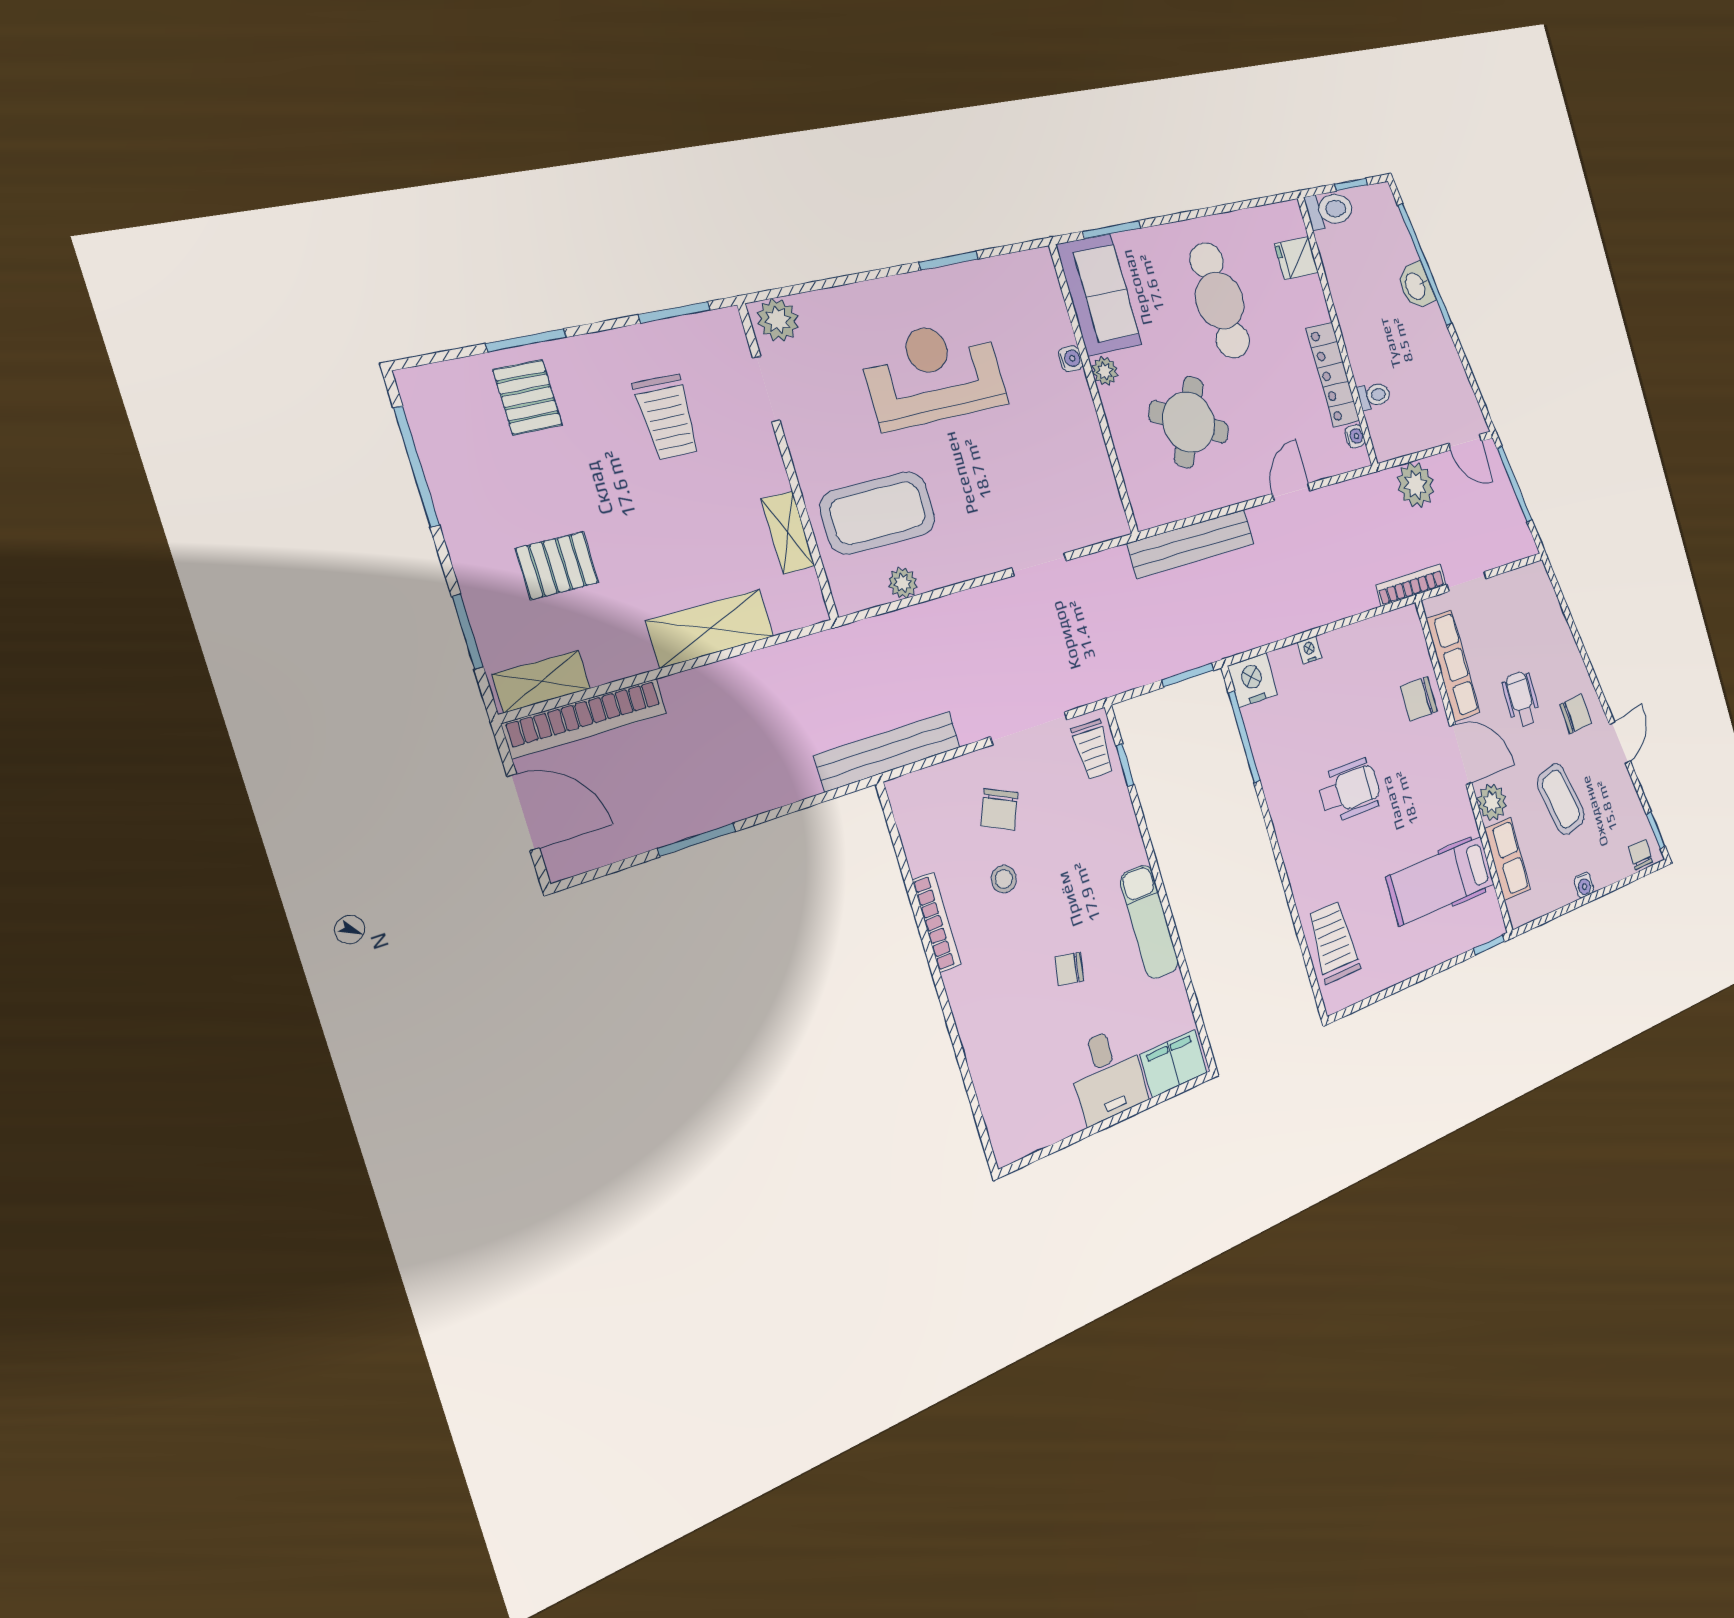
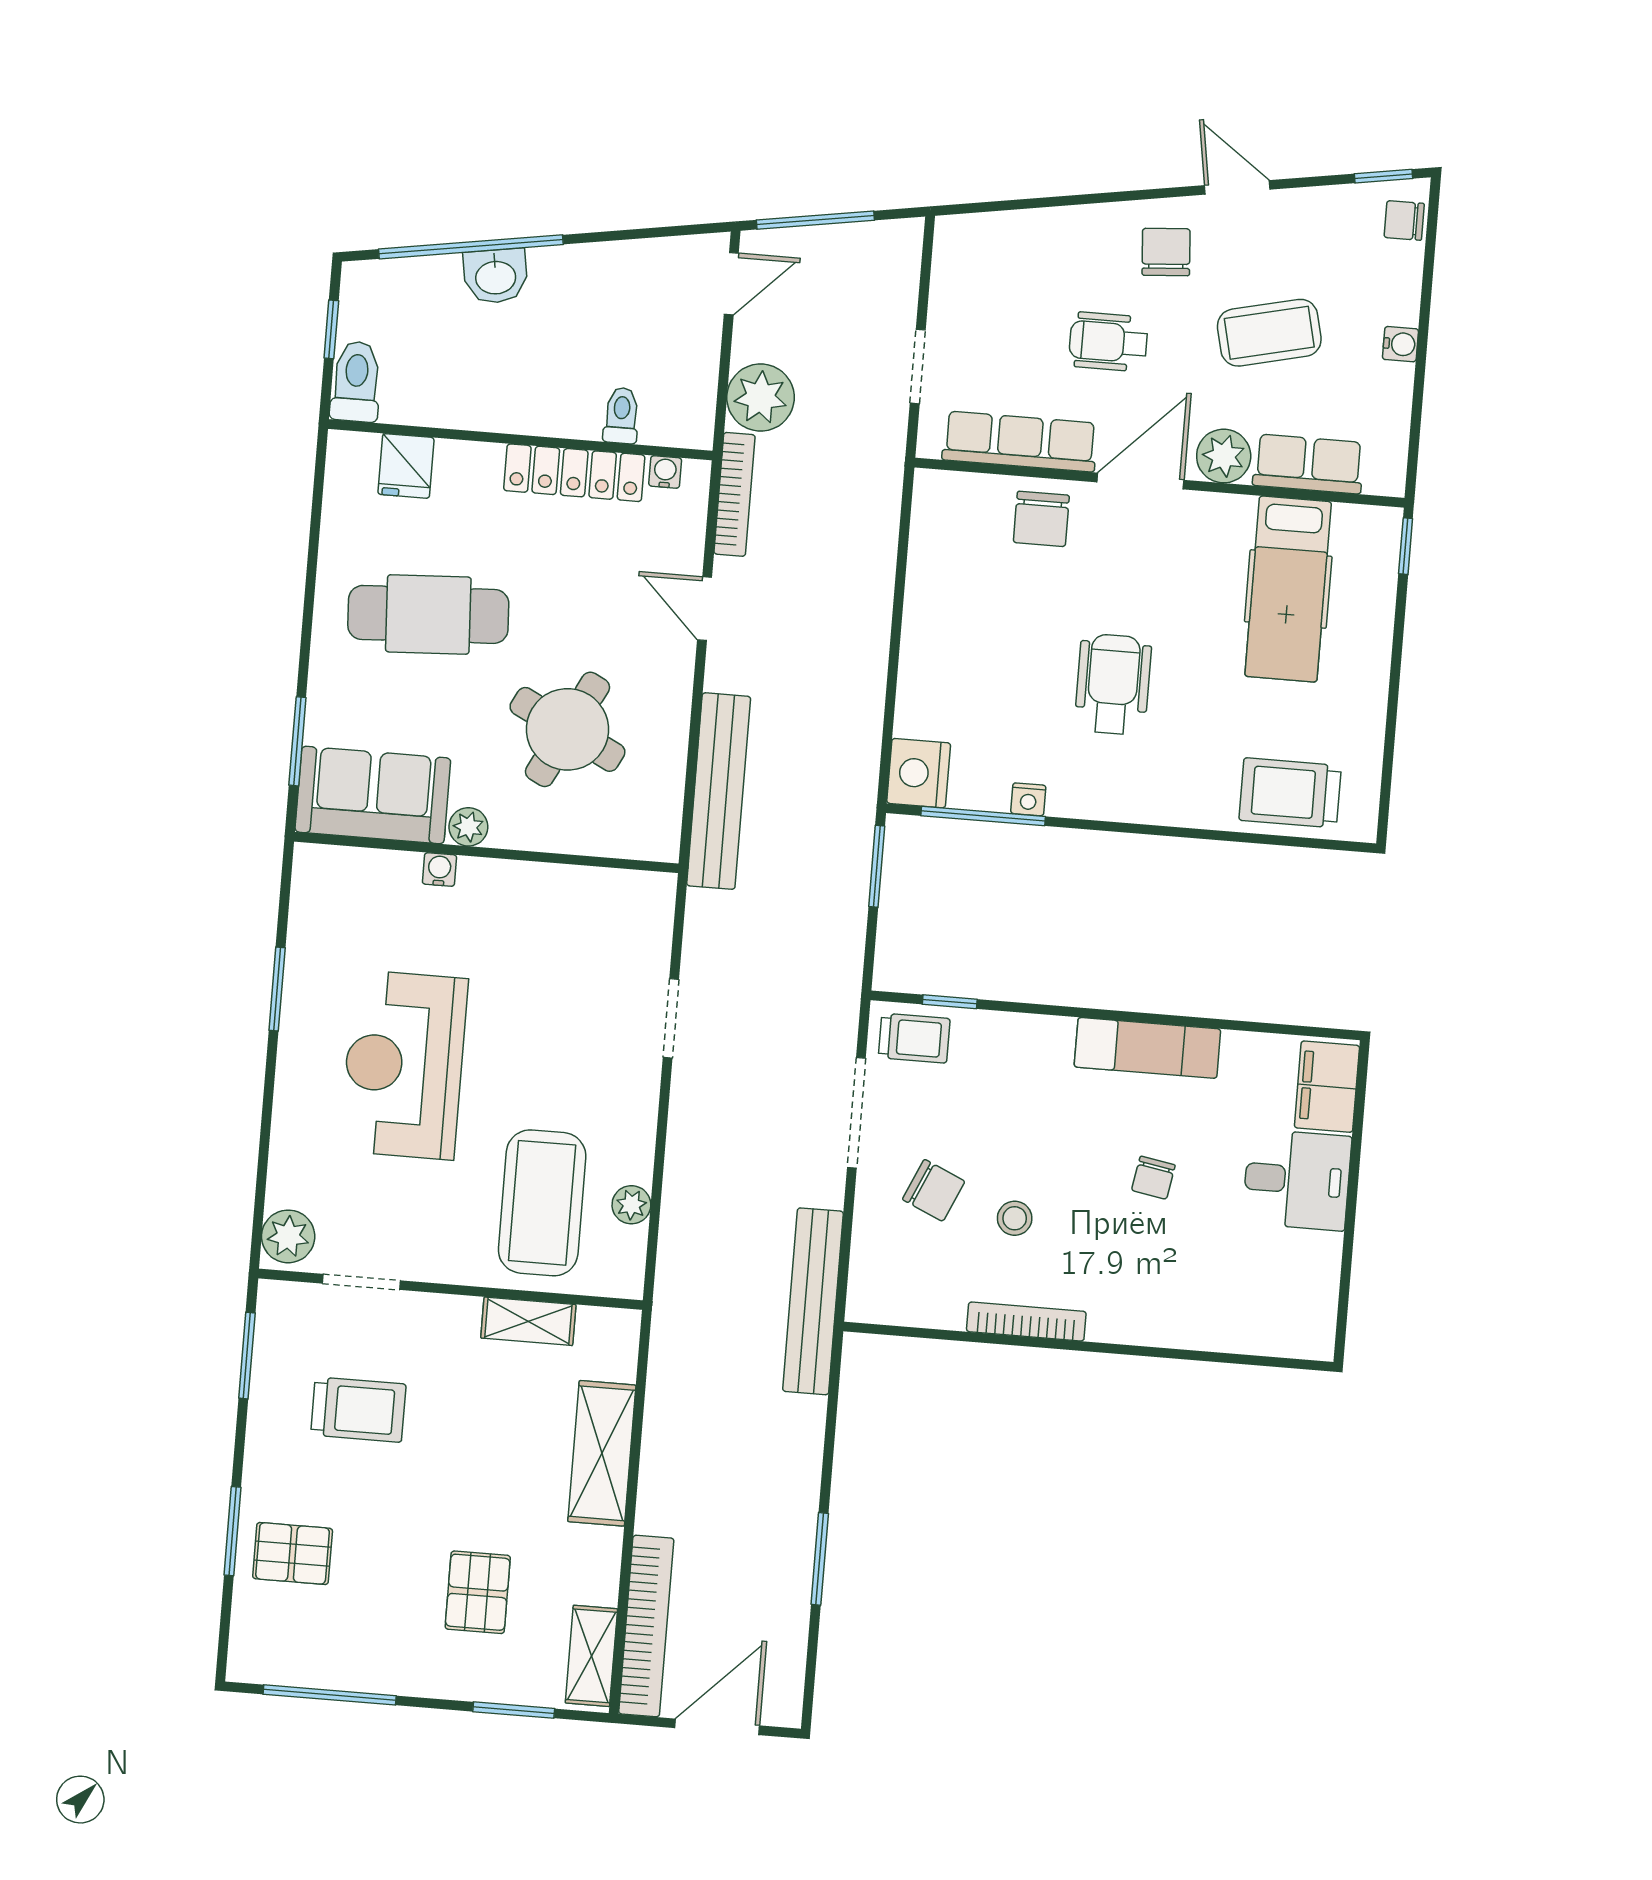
bookcase: (1411, 585) -> (735, 494), moved, turned 180
nightstand: (1309, 650) -> (1028, 799), moved, turned -90

